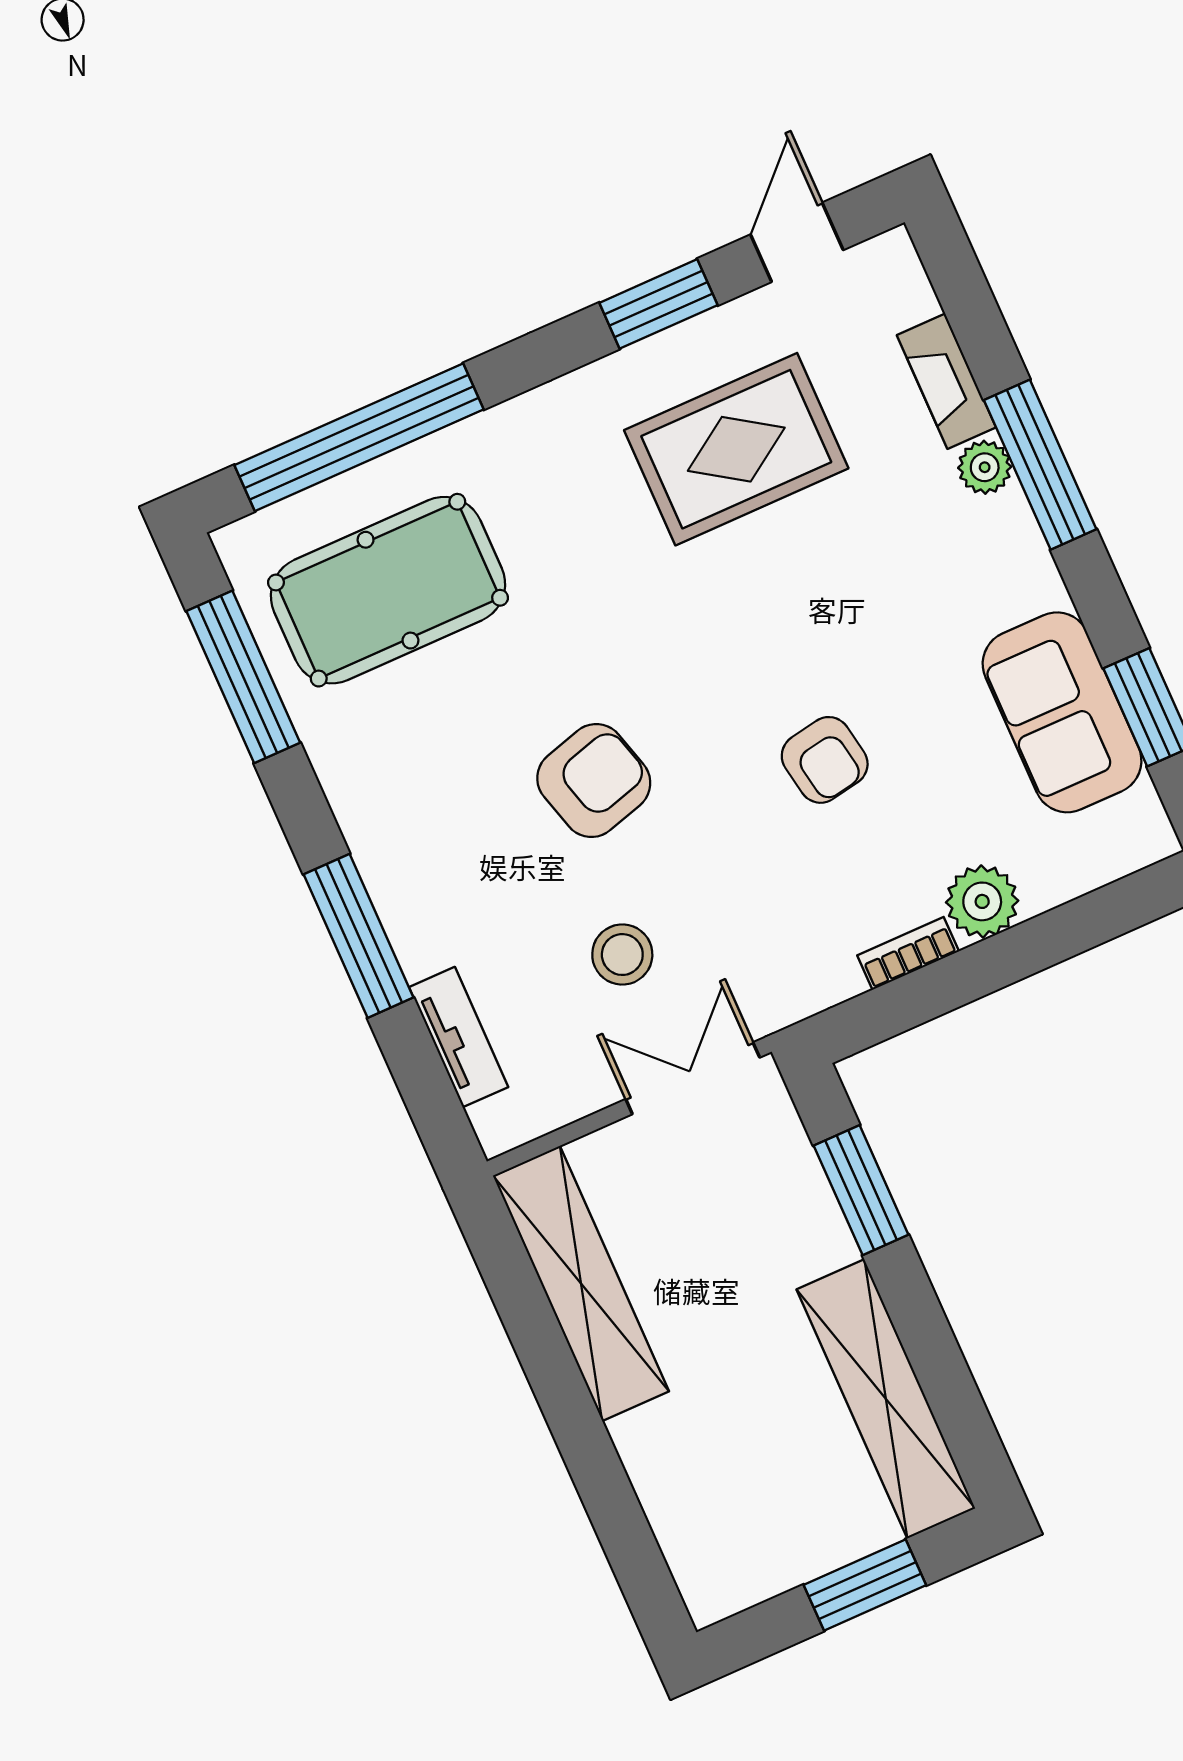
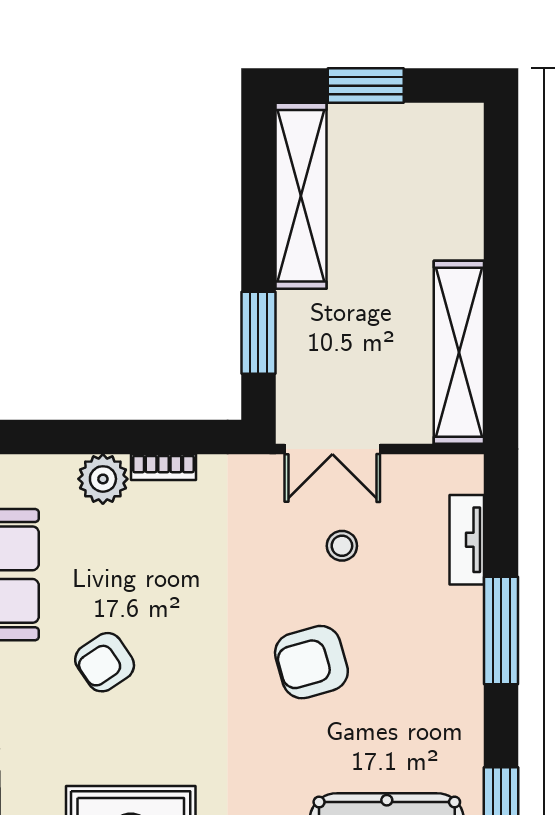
armchair: (825, 760) -> (105, 662), moved, turned -114
stool: (622, 955) -> (342, 546), width x0.73, depth x0.73

